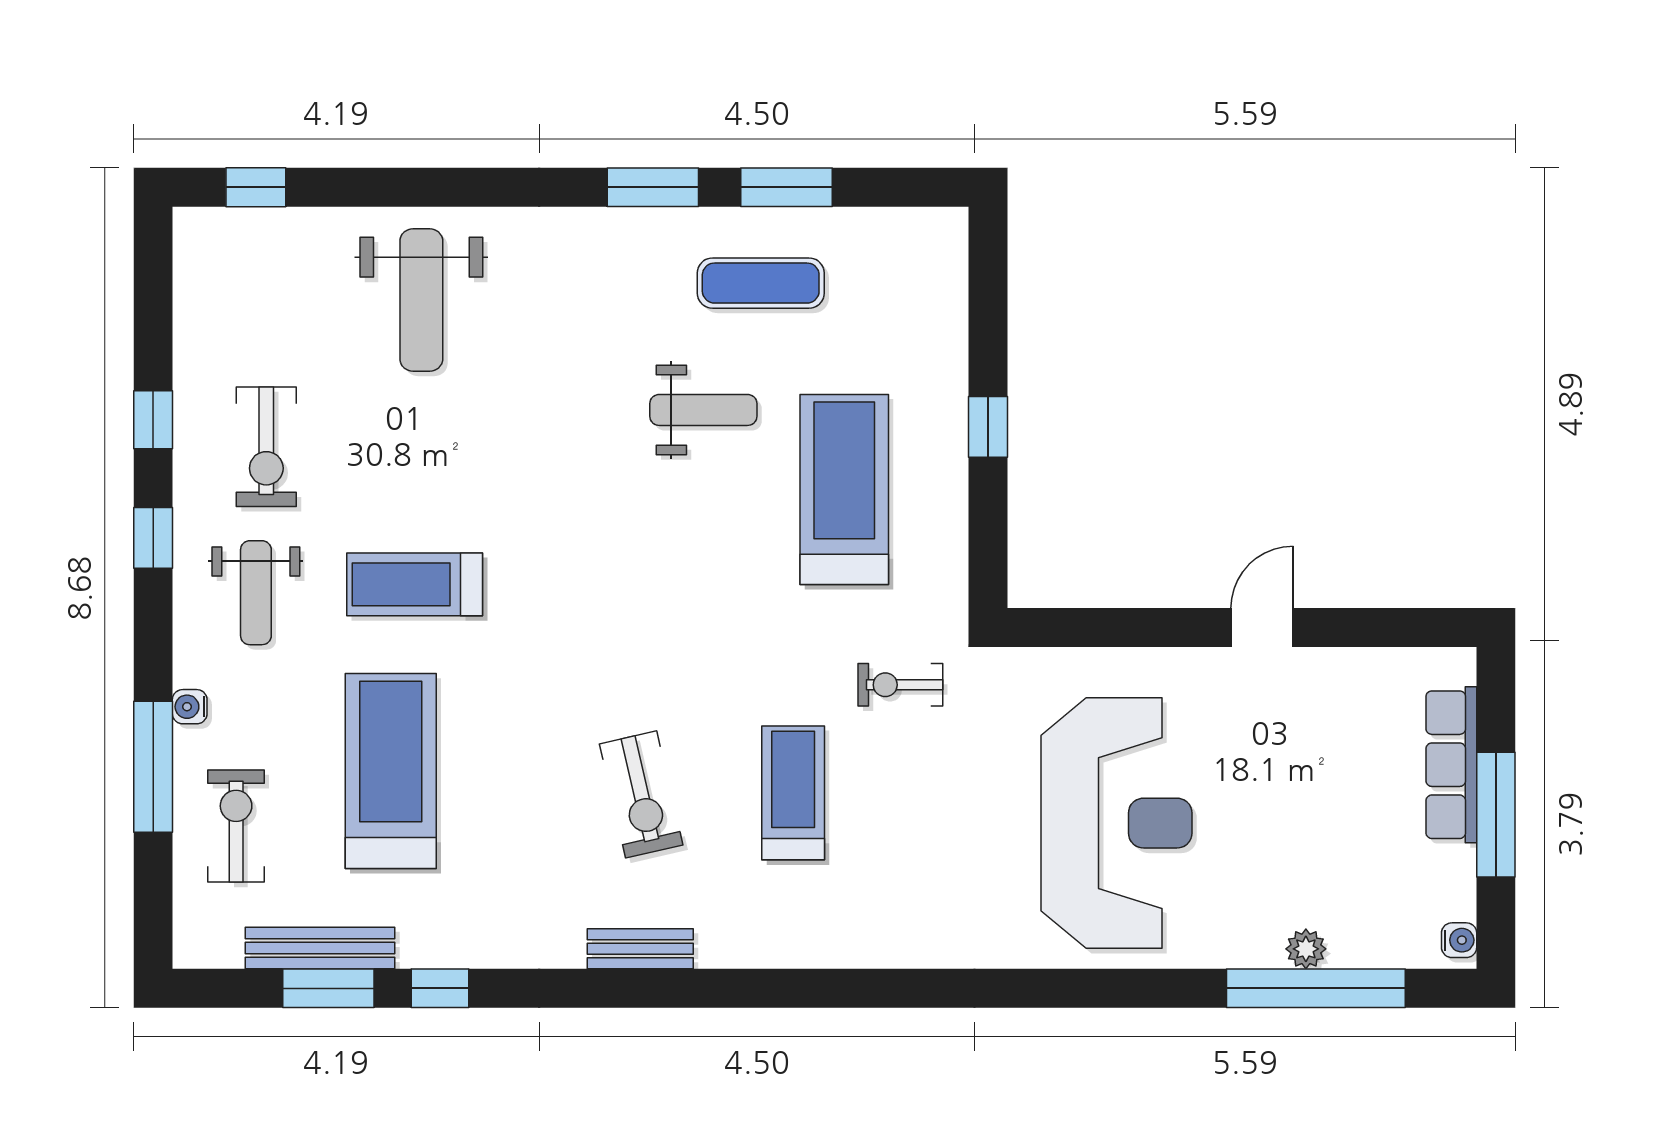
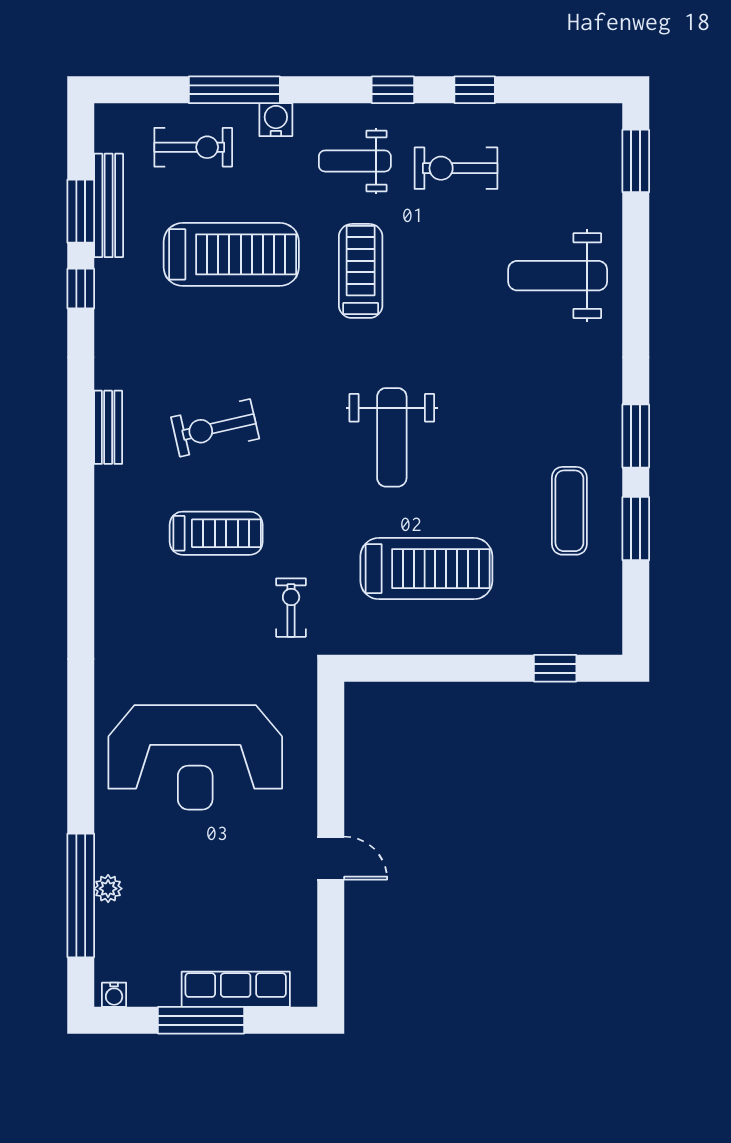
window: (256, 187) -> (636, 161), width x1.50
weight bench: (703, 410) -> (392, 437), moved, width x1.36, depth x1.33
window: (988, 427) -> (555, 668), moved
water cooler: (190, 707) -> (276, 120), width x1.38, depth x1.38

